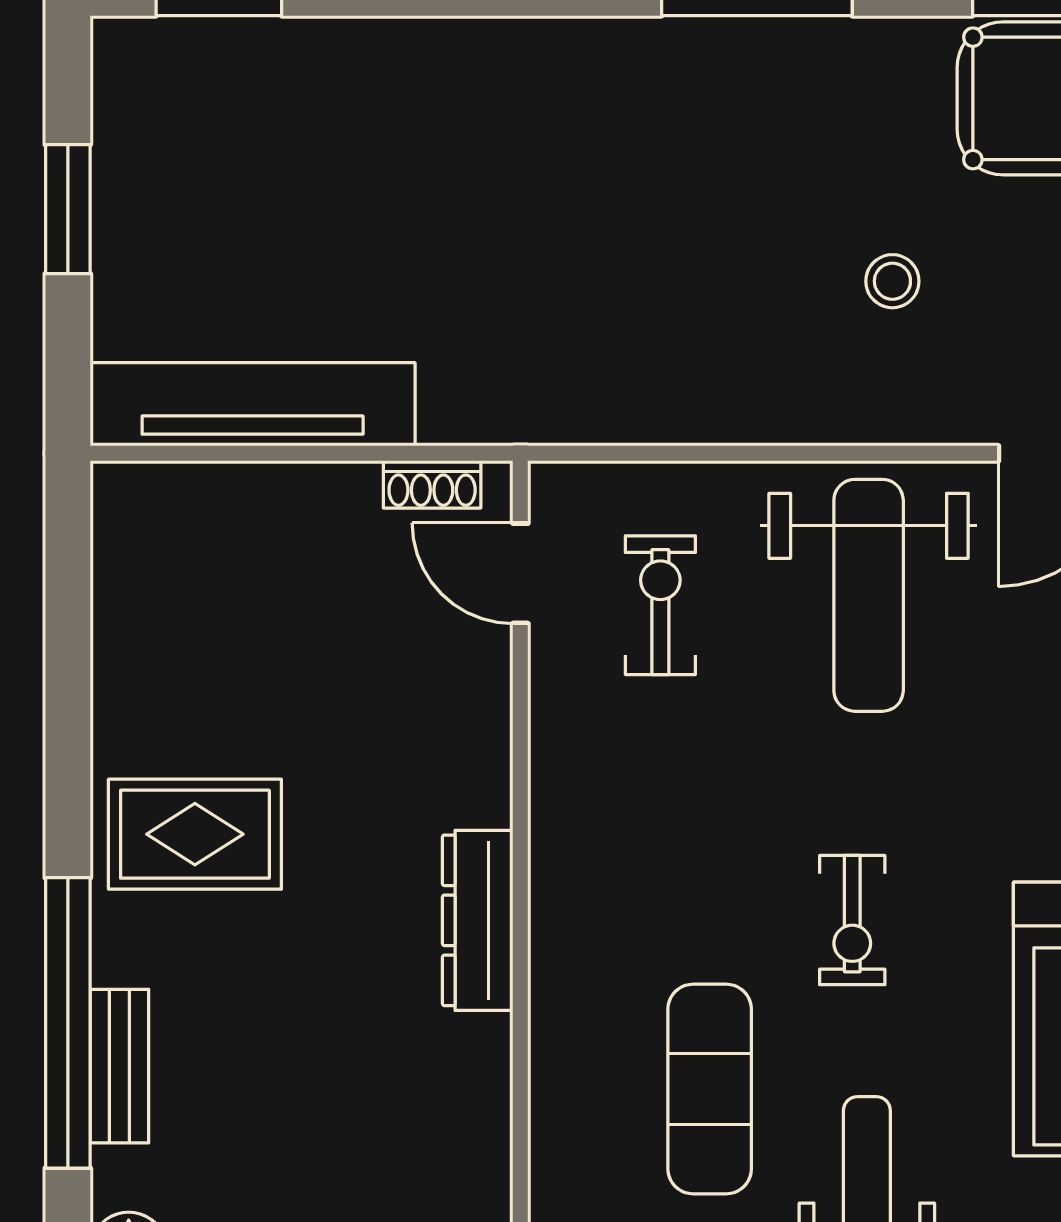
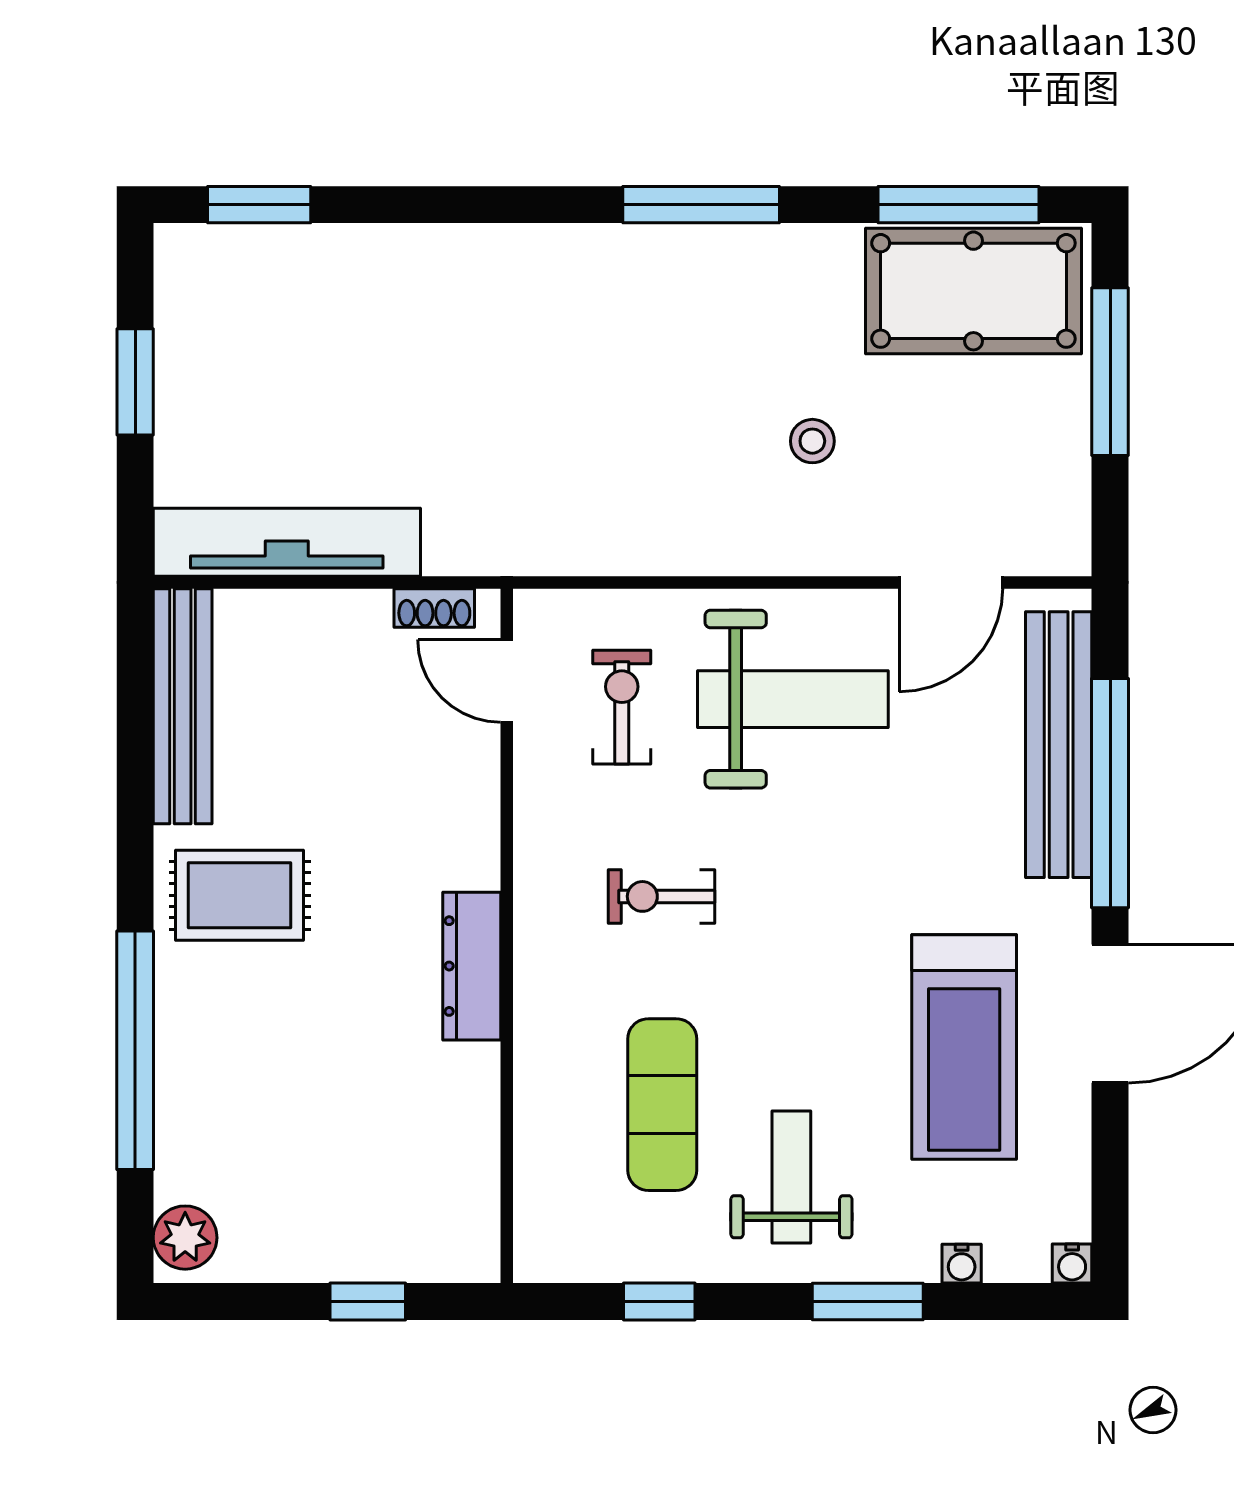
weight bench: (869, 595) -> (793, 699), turned -90
exercise bike: (852, 920) -> (661, 896), moved, turned 90
bench: (119, 1066) -> (183, 706), moved, width x1.86, depth x1.21

